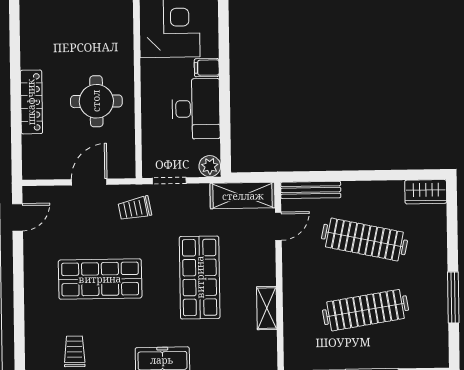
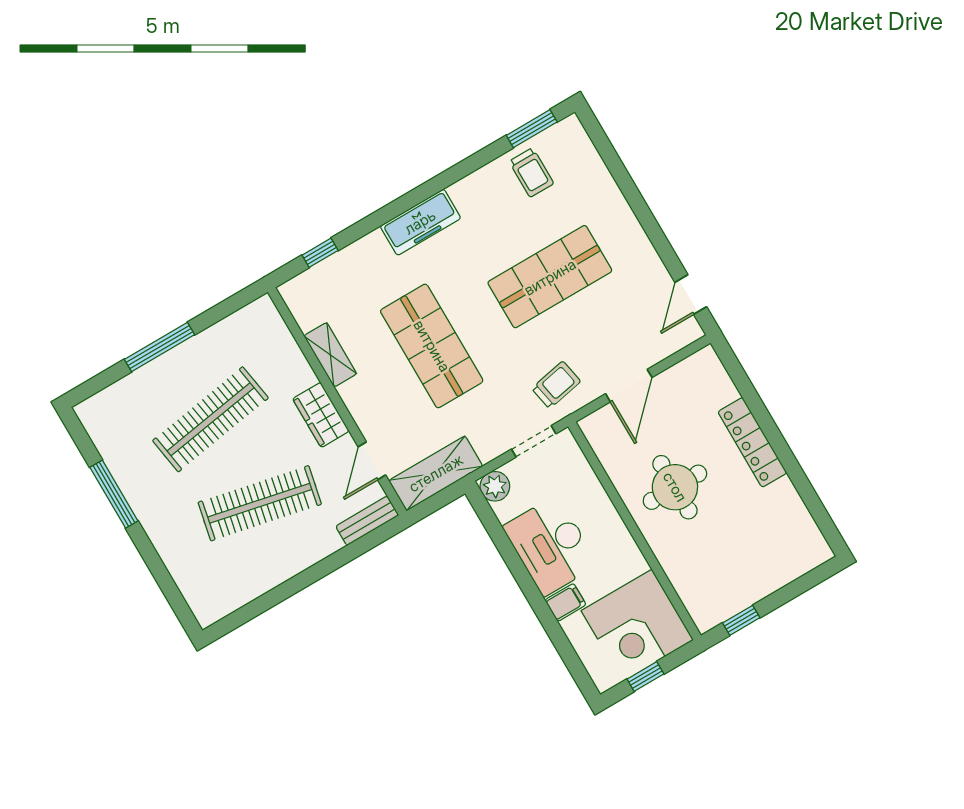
bench: (311, 190) -> (367, 521), width x0.73
wardrobe: (426, 192) -> (321, 415), moved, turned -90

